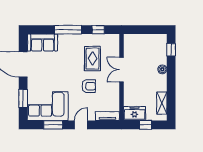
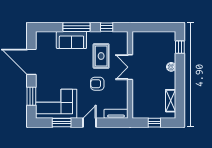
sofa: (43, 43) -> (71, 40), moved
armchair: (89, 86) -> (97, 84), turned 180
freezer: (134, 113) -> (143, 111), removed

